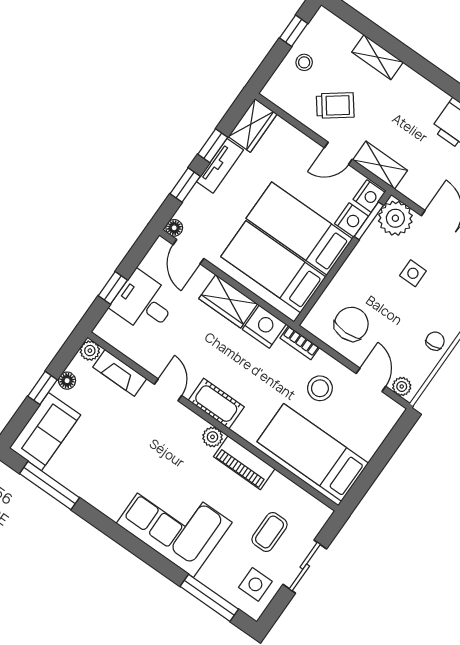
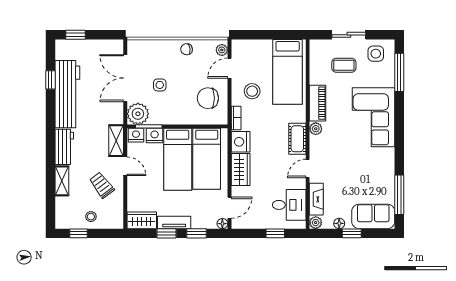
workbench: (420, 91) -> (64, 147), added
desk: (144, 303) -> (289, 205), moved, turned -90

